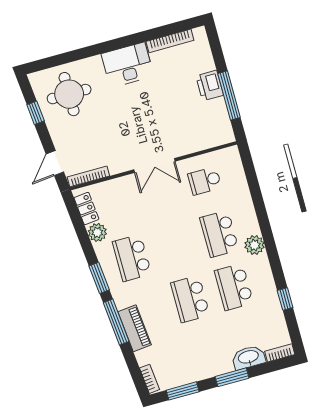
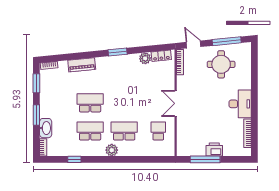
round table: (69, 94) -> (221, 64), moved
window: (36, 113) -> (227, 41), width x2.17
school desk: (132, 258) -> (124, 75), removed
window: (116, 322) -> (88, 55), removed

